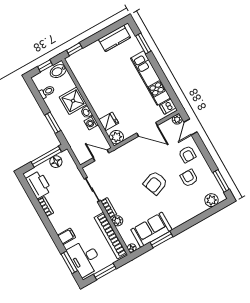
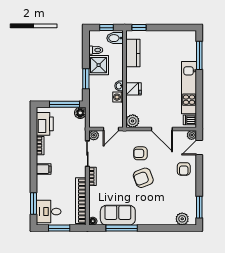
kitchen counter: (115, 38) -> (133, 53), moved, turned -90
window: (143, 44) -> (199, 55), width x1.44
shower: (73, 101) -> (99, 65), moved
fridge: (109, 121) -> (133, 89), moved
door: (101, 155) -> (111, 129), swing flipped
floor lamp: (56, 162) -> (80, 113), moved
armchair: (189, 178) -> (140, 153), moved, turned -90
plant: (118, 221) -> (94, 135), moved
filing cabinet: (67, 236) -> (44, 169), moved
window: (161, 239) -> (122, 228), width x1.44
desk: (85, 258) -> (49, 212), width x0.73

